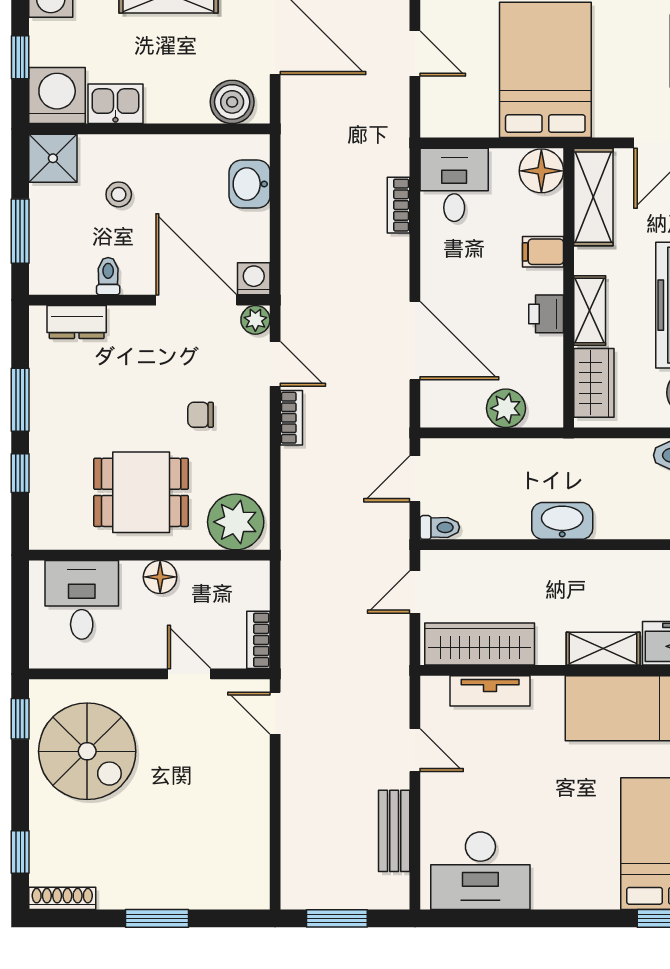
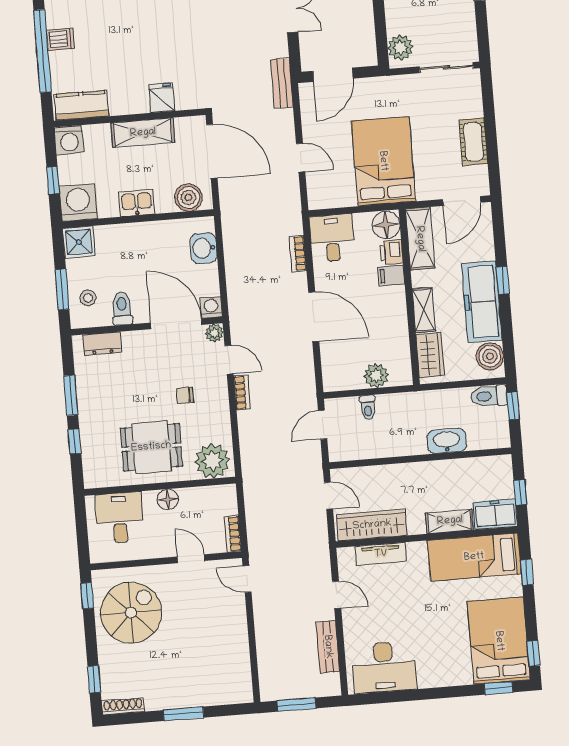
kitchen sink: (115, 104) -> (137, 203), moved
stool: (119, 194) -> (88, 298), moved
toilet: (108, 276) -> (122, 308), width x1.37, depth x1.39
printer: (546, 314) -> (391, 252), moved
door: (415, 341) -> (314, 317), moved
washbasin: (562, 521) -> (447, 441), moved
toilet: (440, 527) -> (368, 408), moved, turned 90
door: (415, 592) -> (328, 496), swing flipped
spiral stairs: (87, 751) -> (131, 613), turned -90

